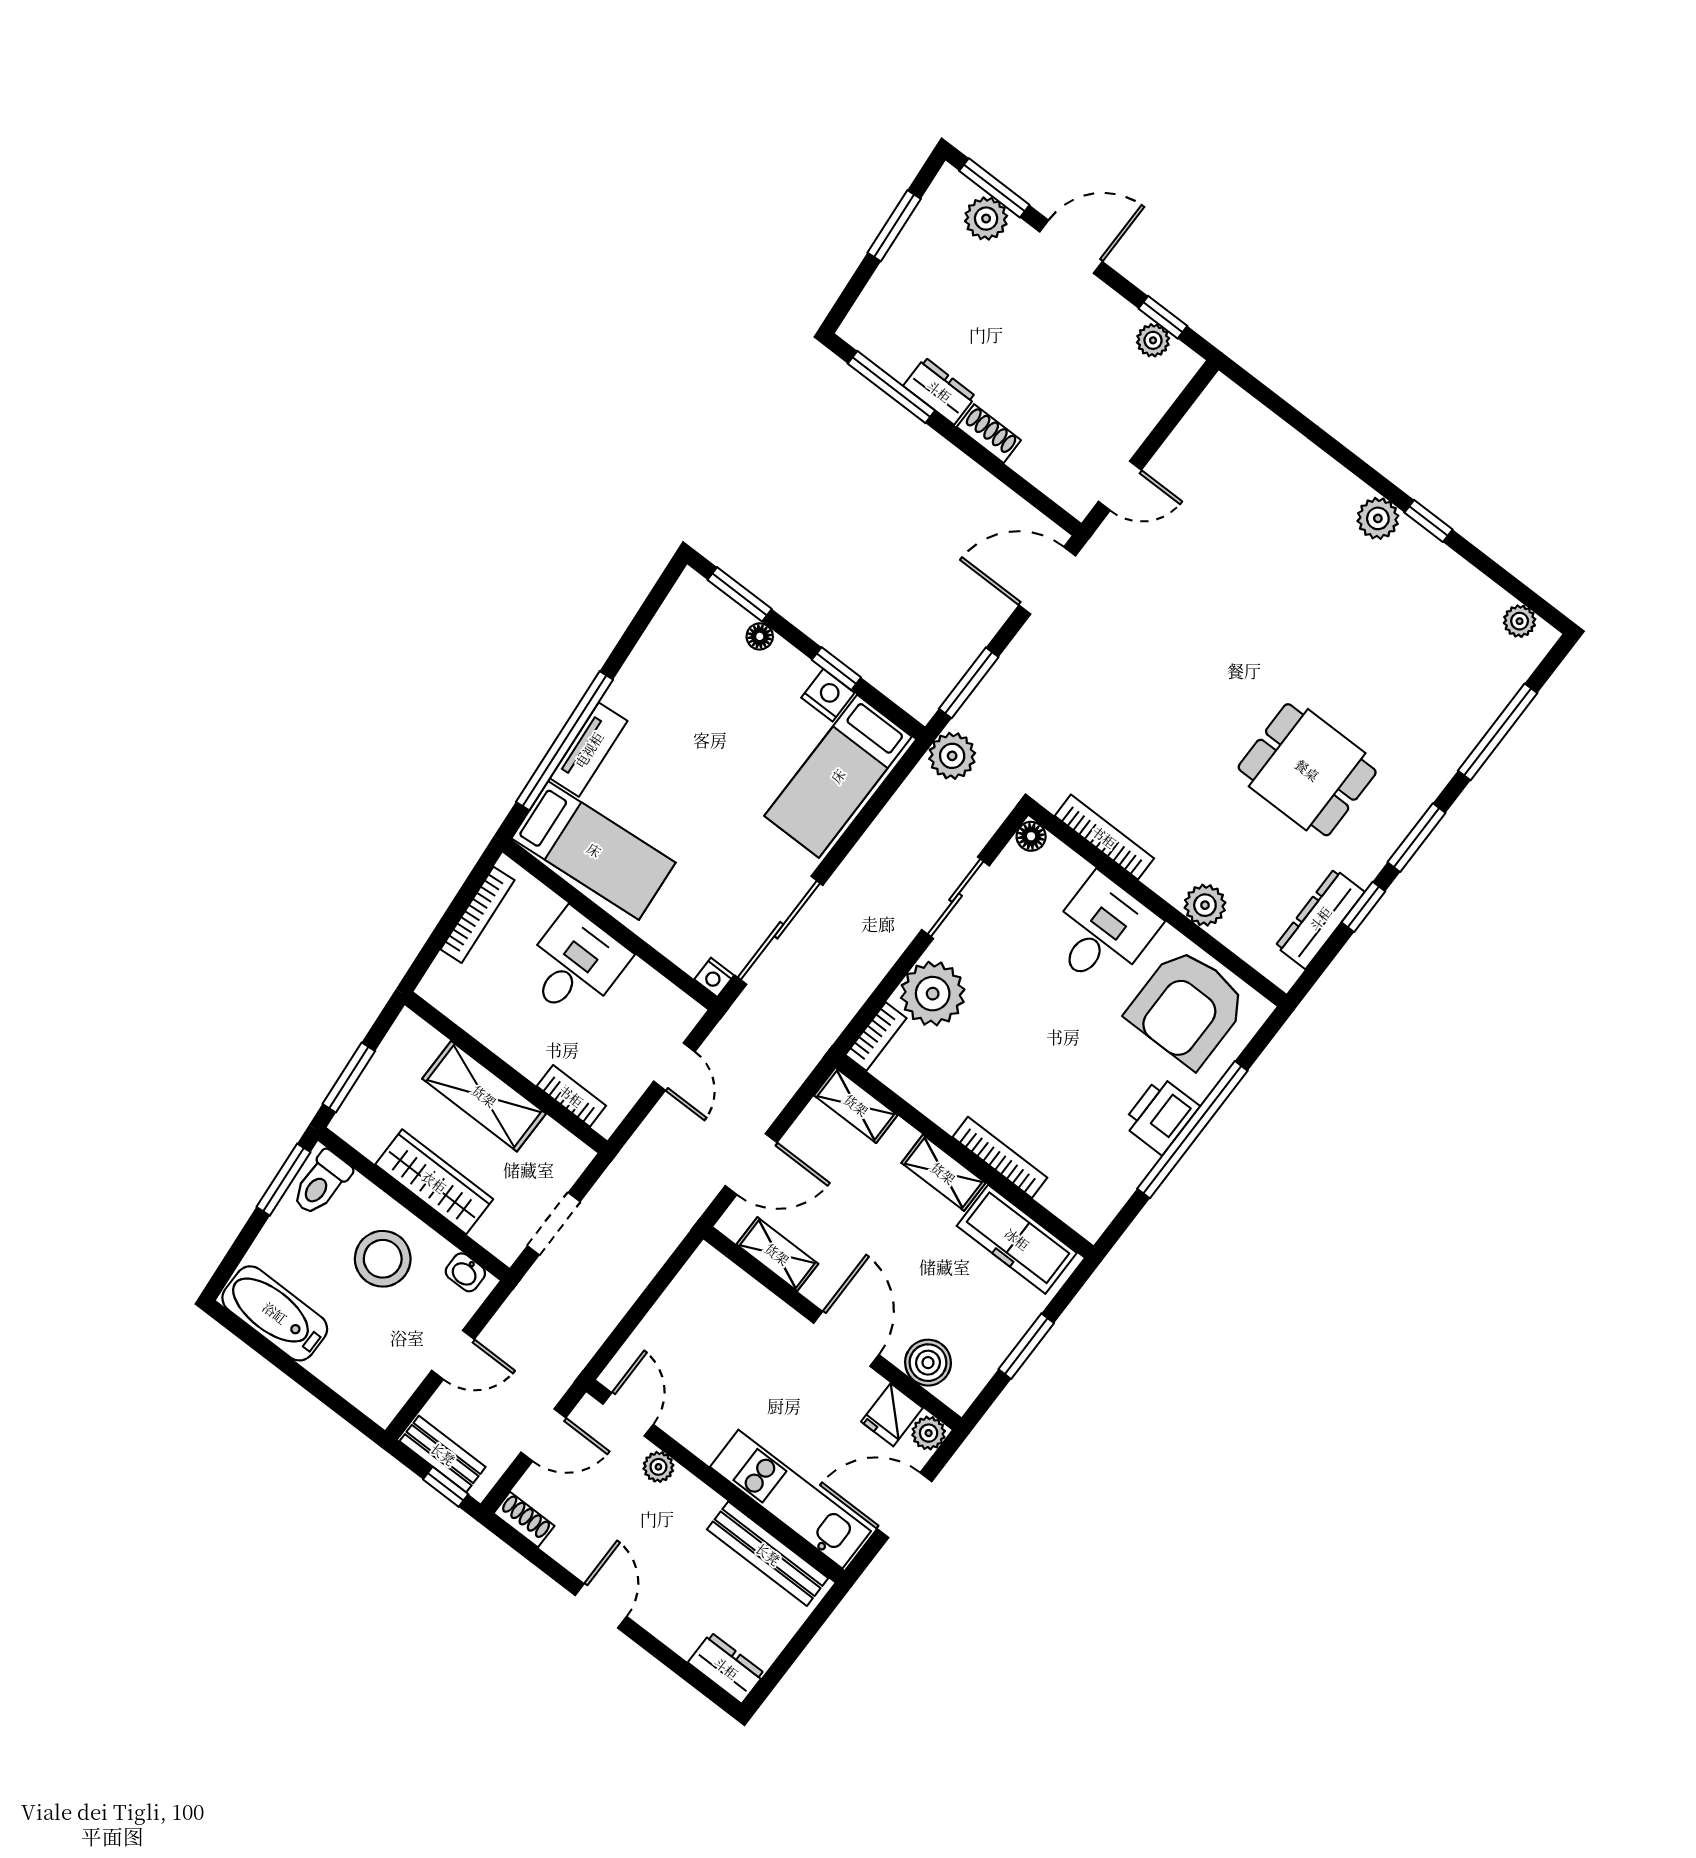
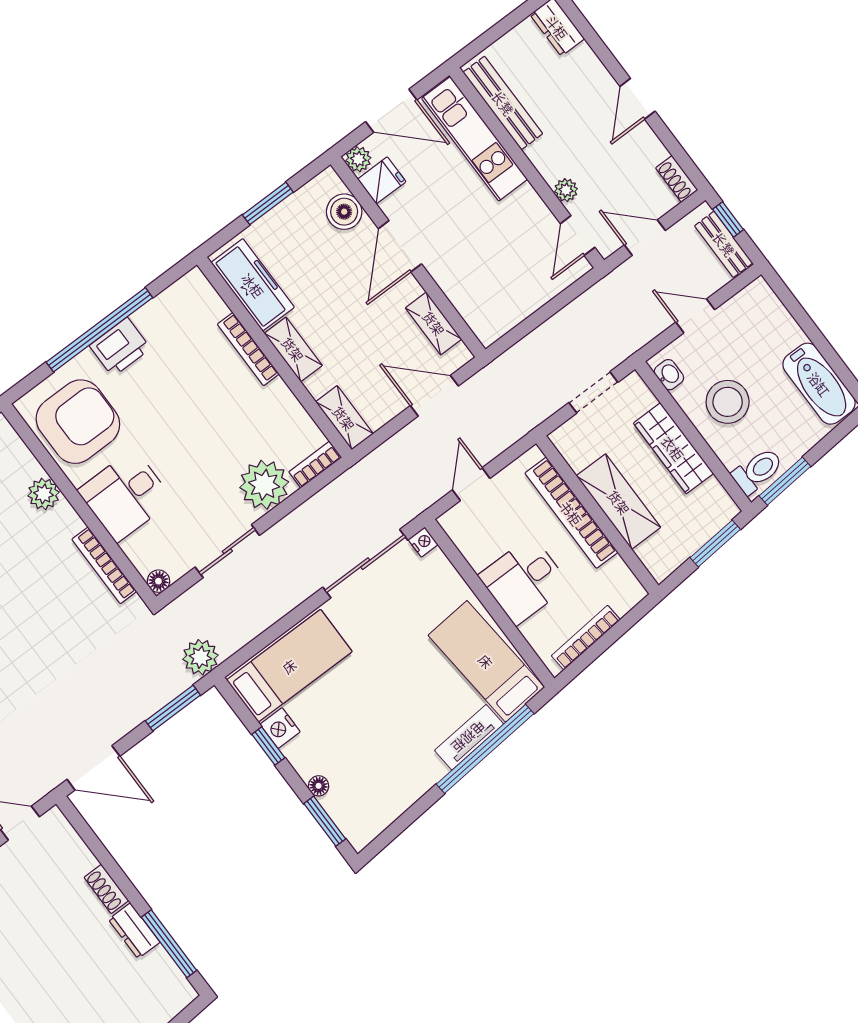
bookcase: (571, 1096) -> (571, 513), width x2.31, depth x1.31

